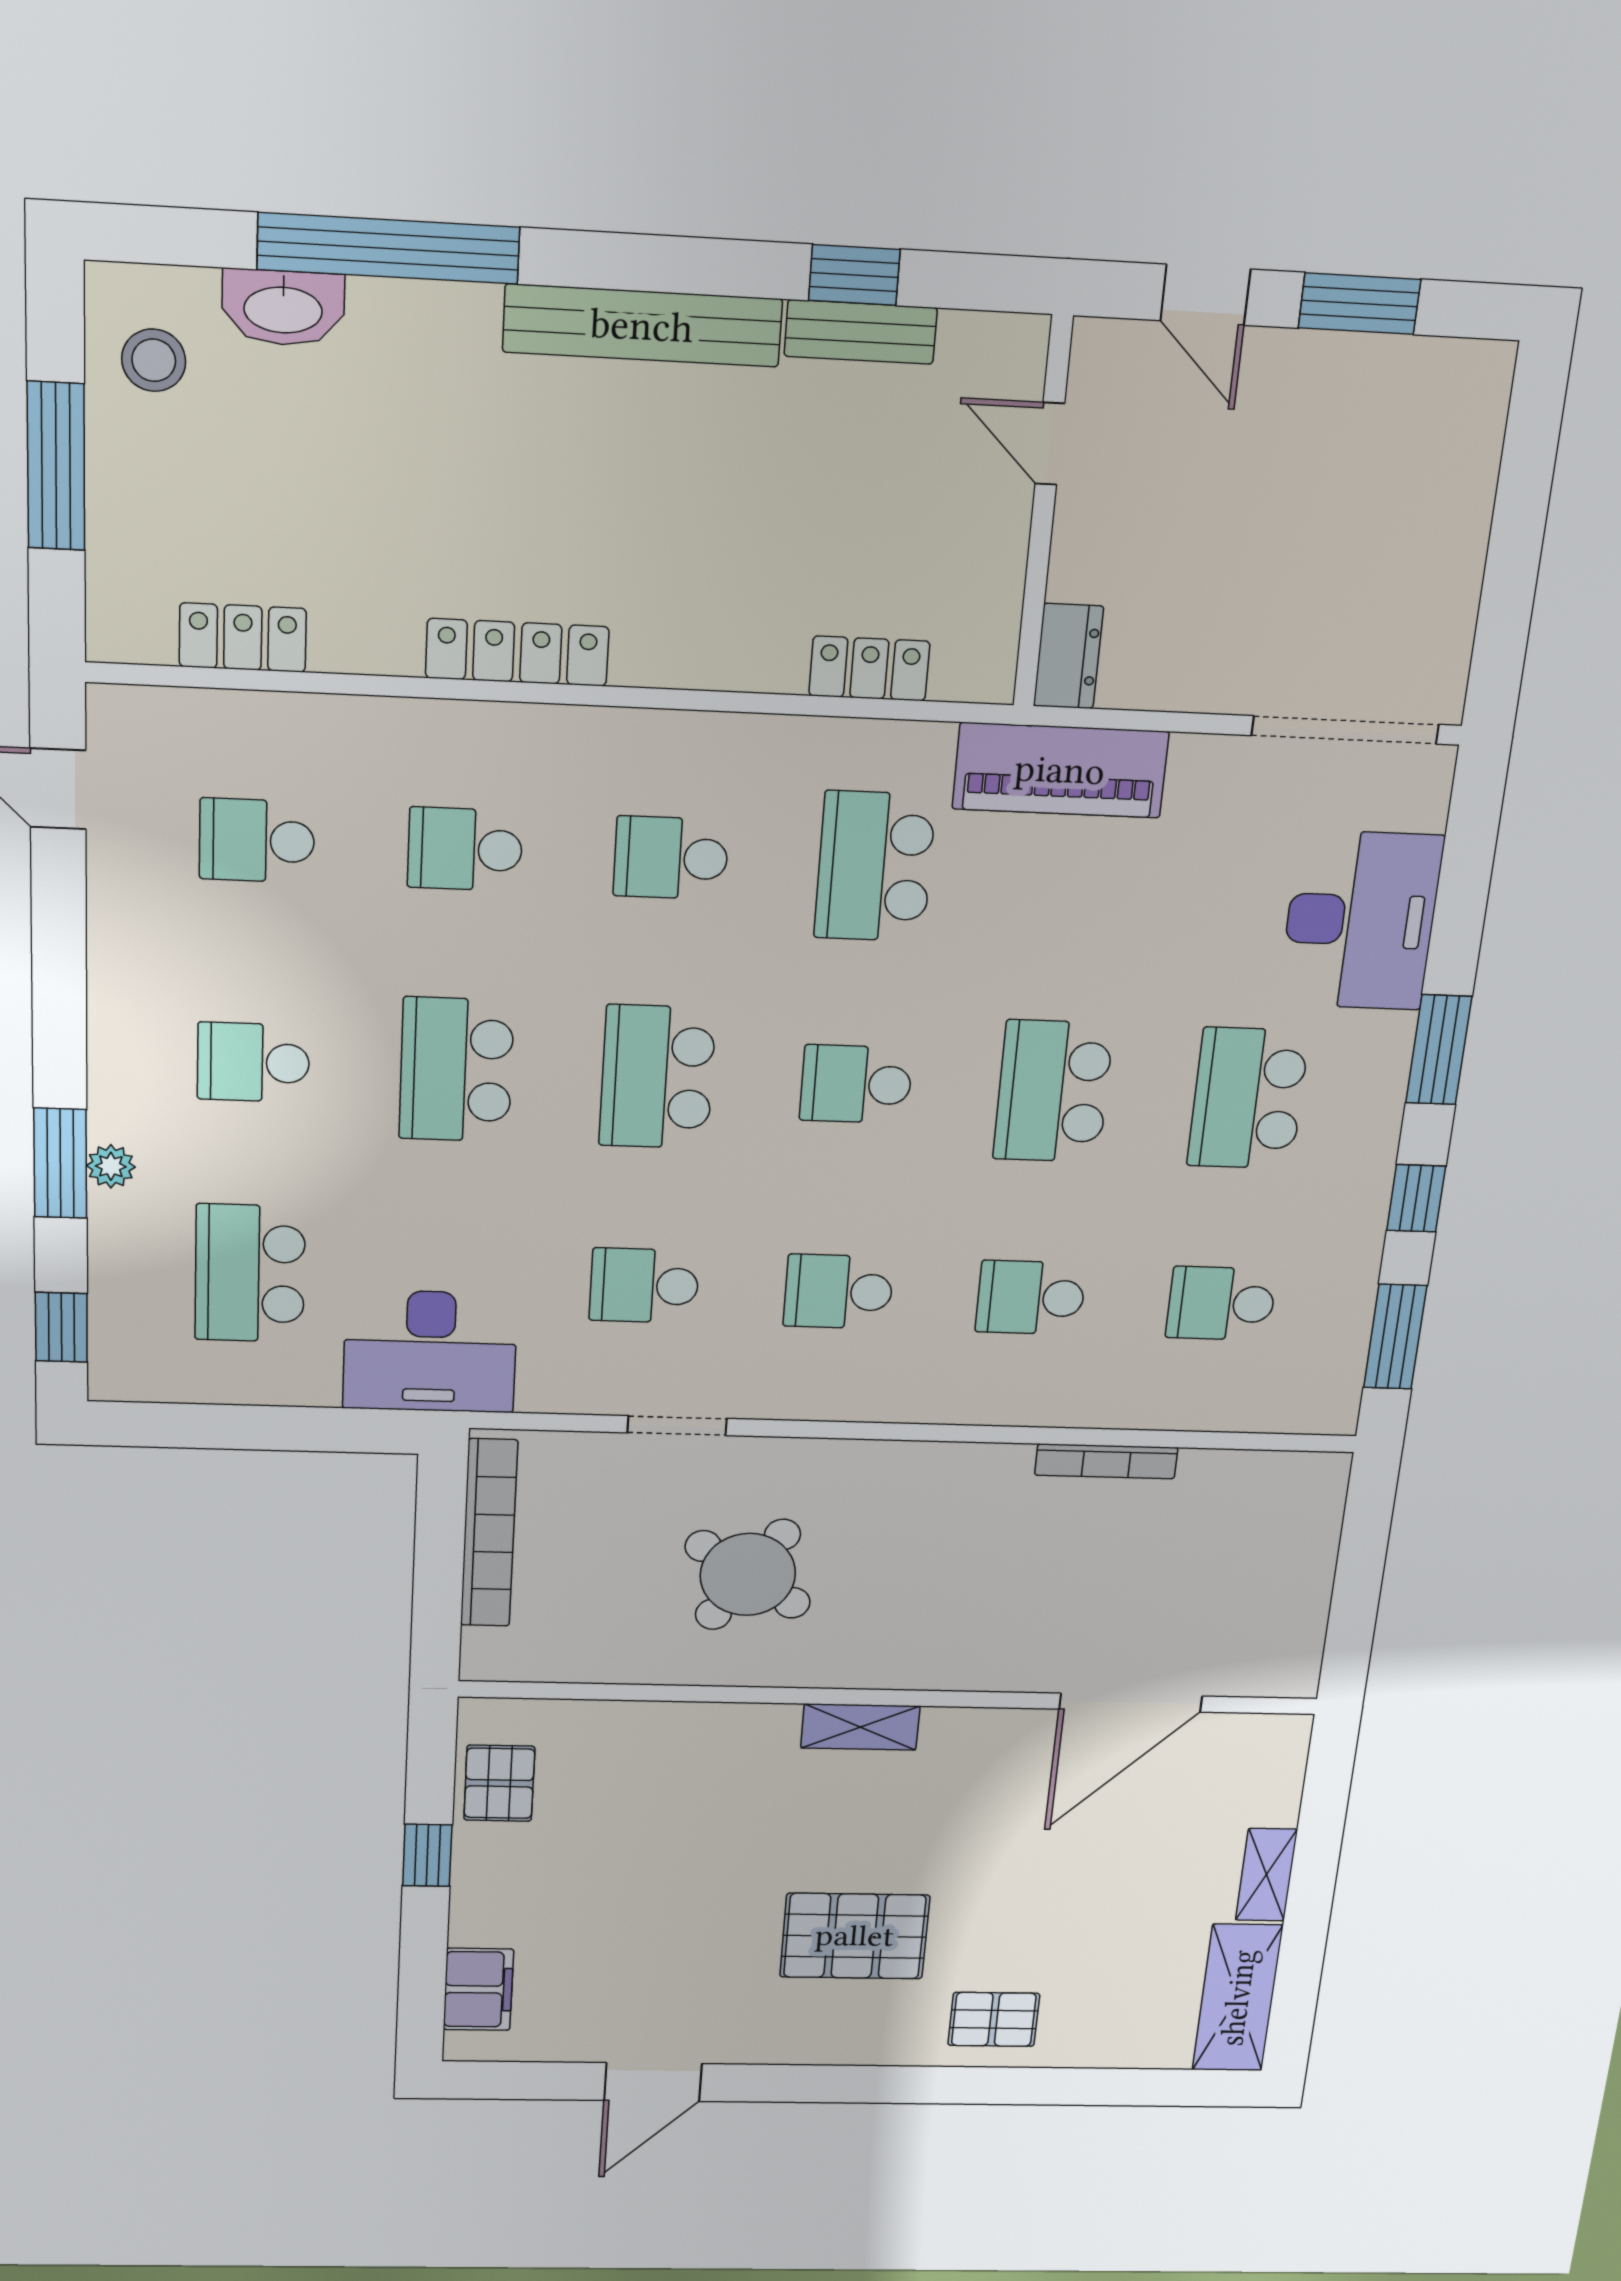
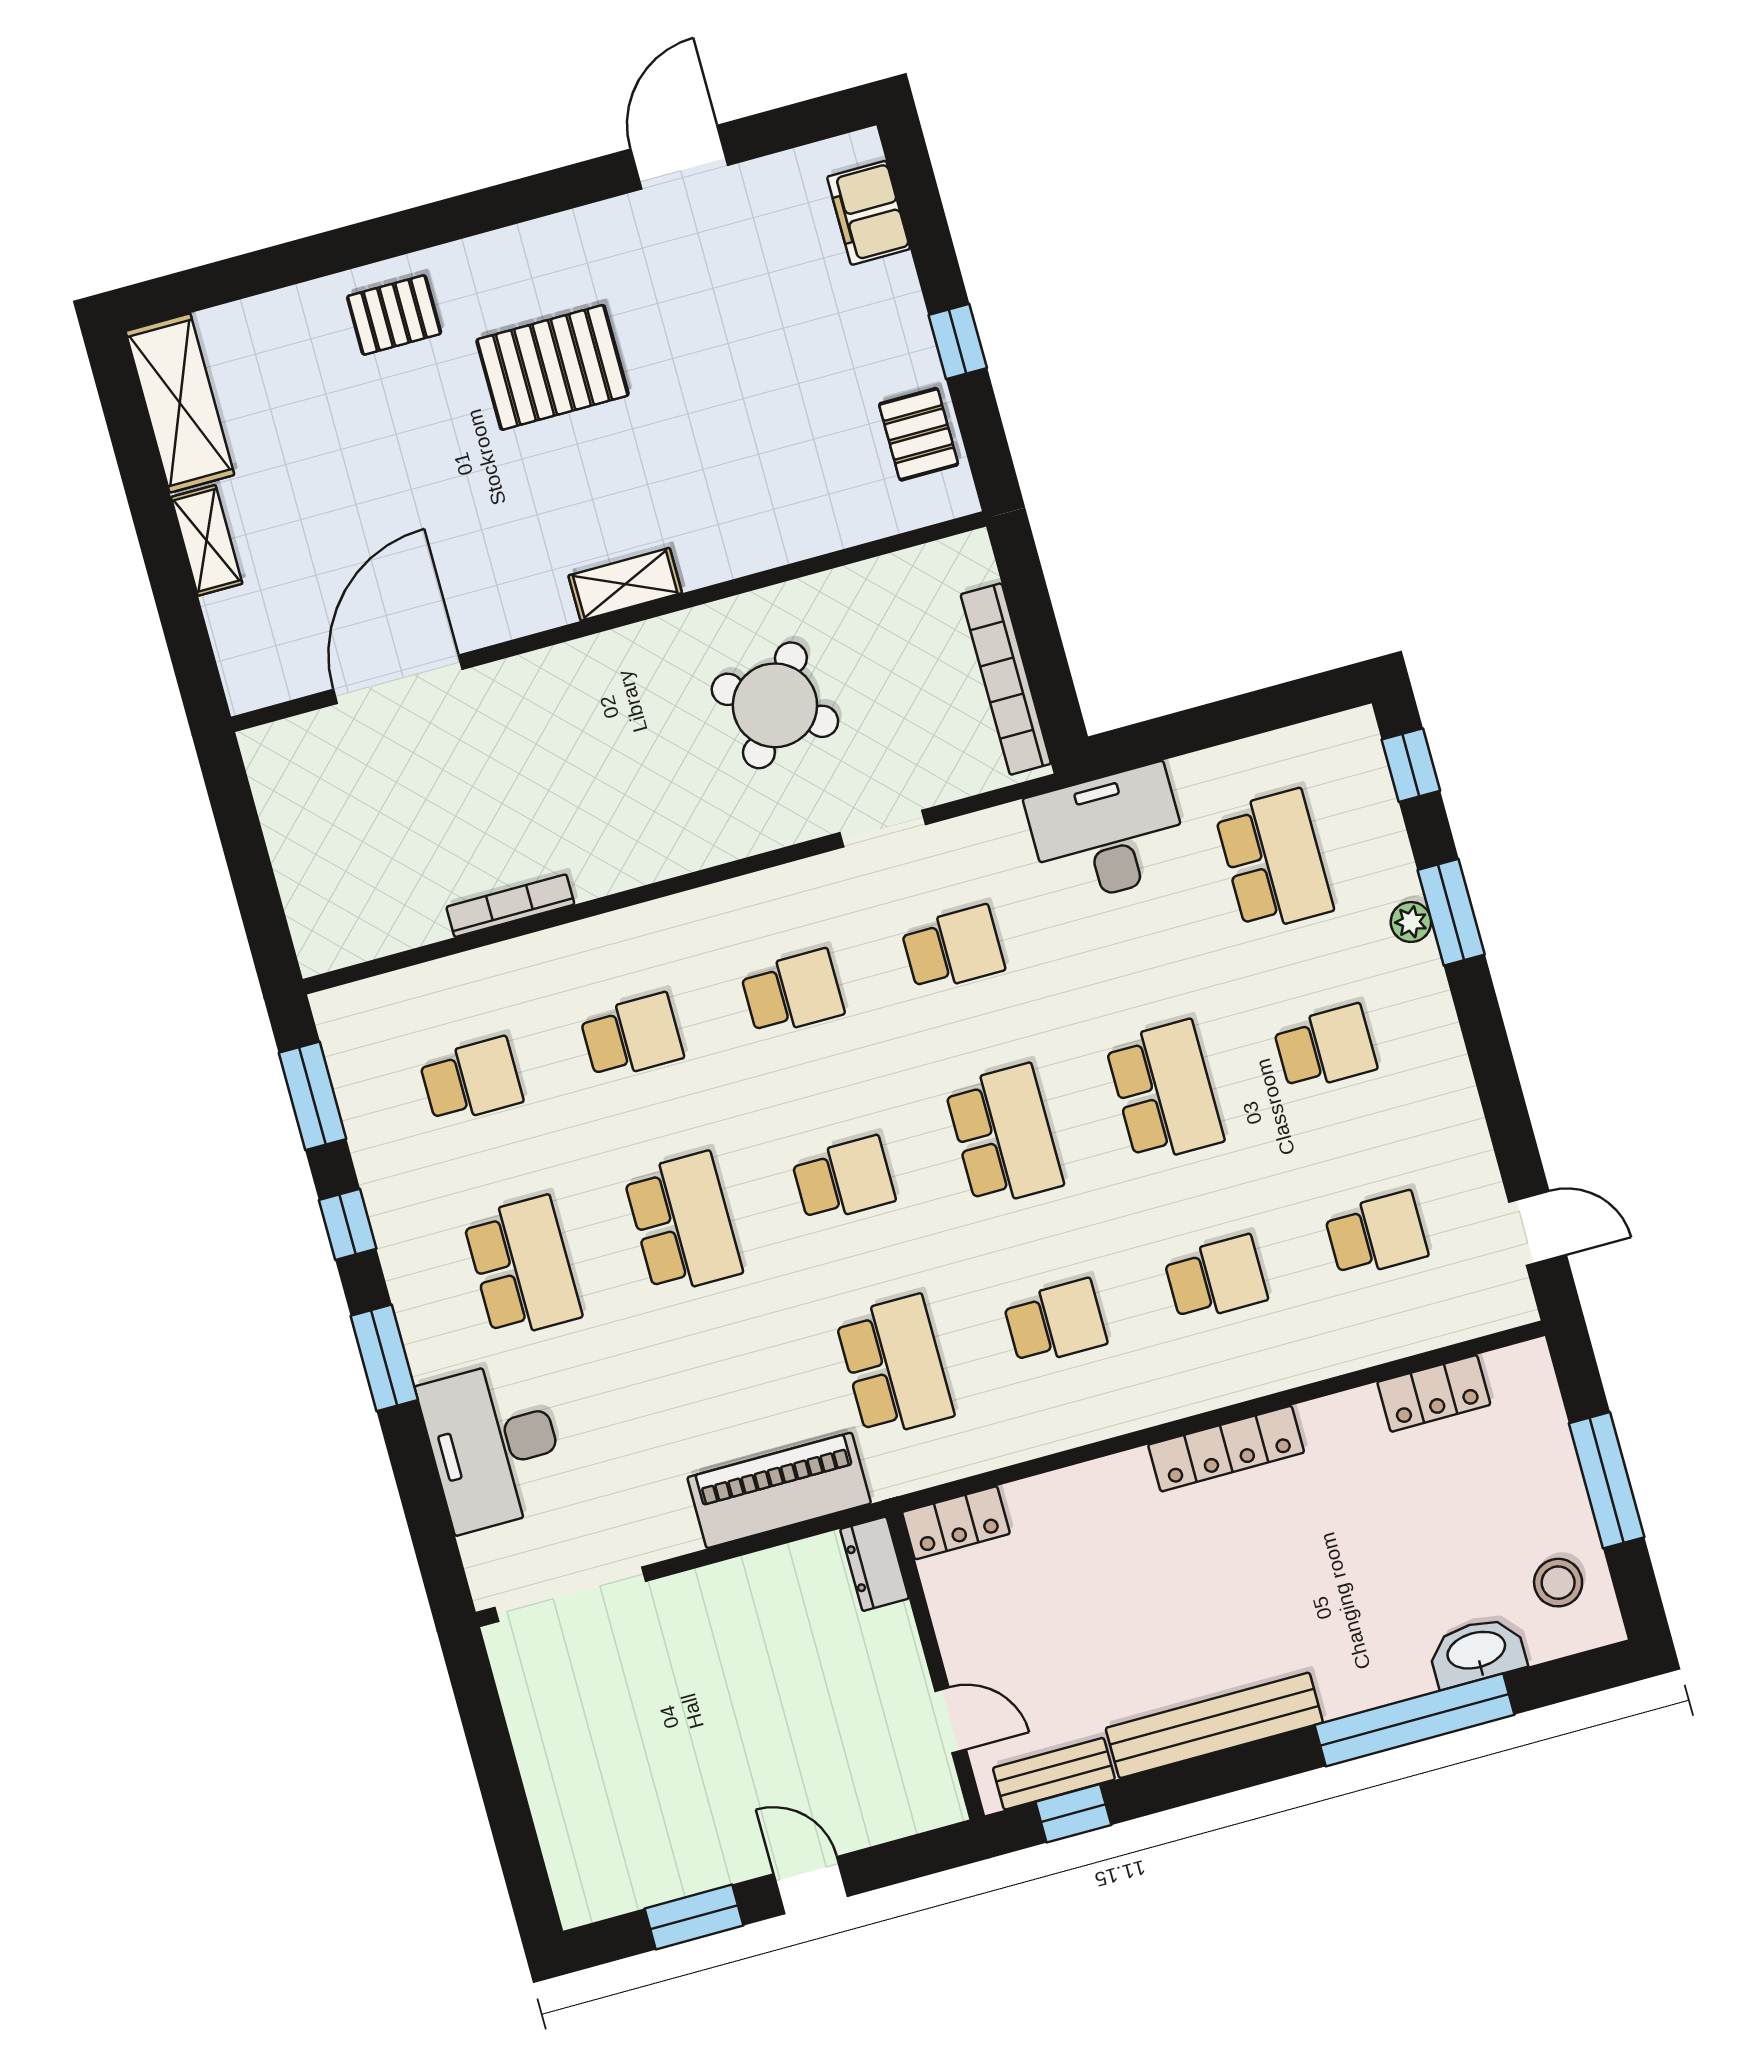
door: (1050, 444) -> (951, 1720), moved
wall: (1043, 514) -> (936, 1666), moved
dresser: (1068, 656) -> (874, 1564), moved

